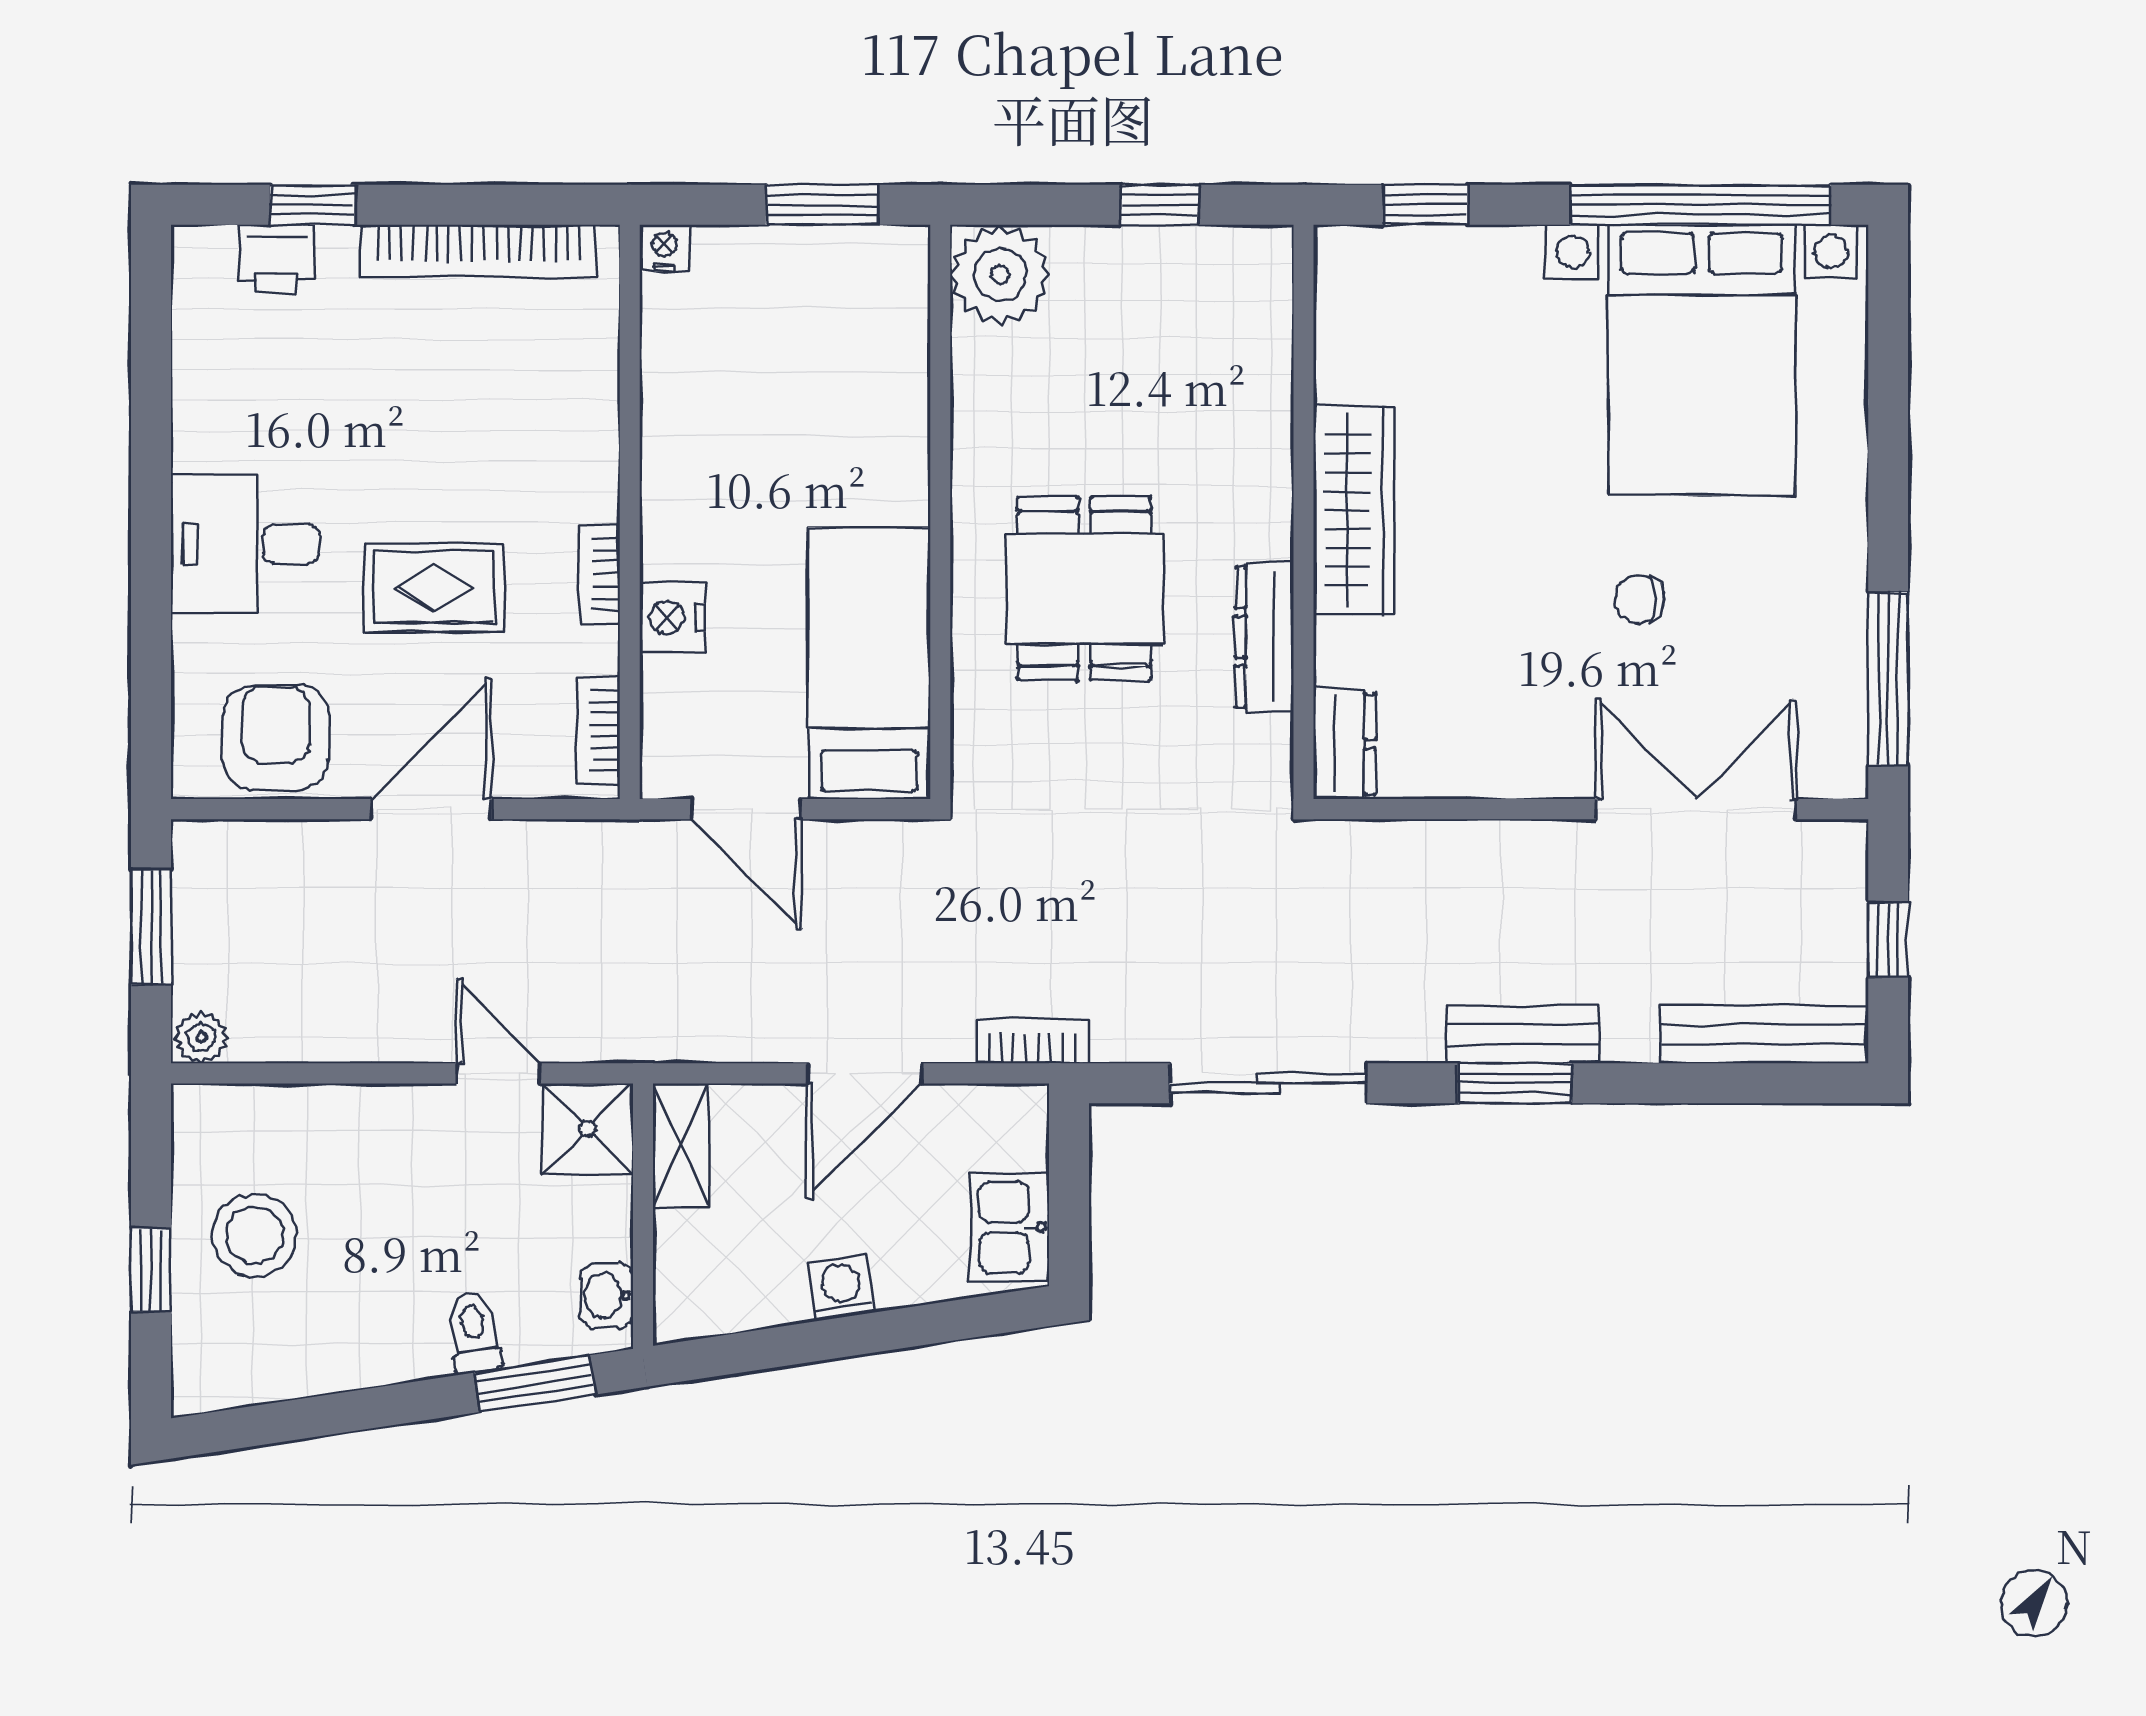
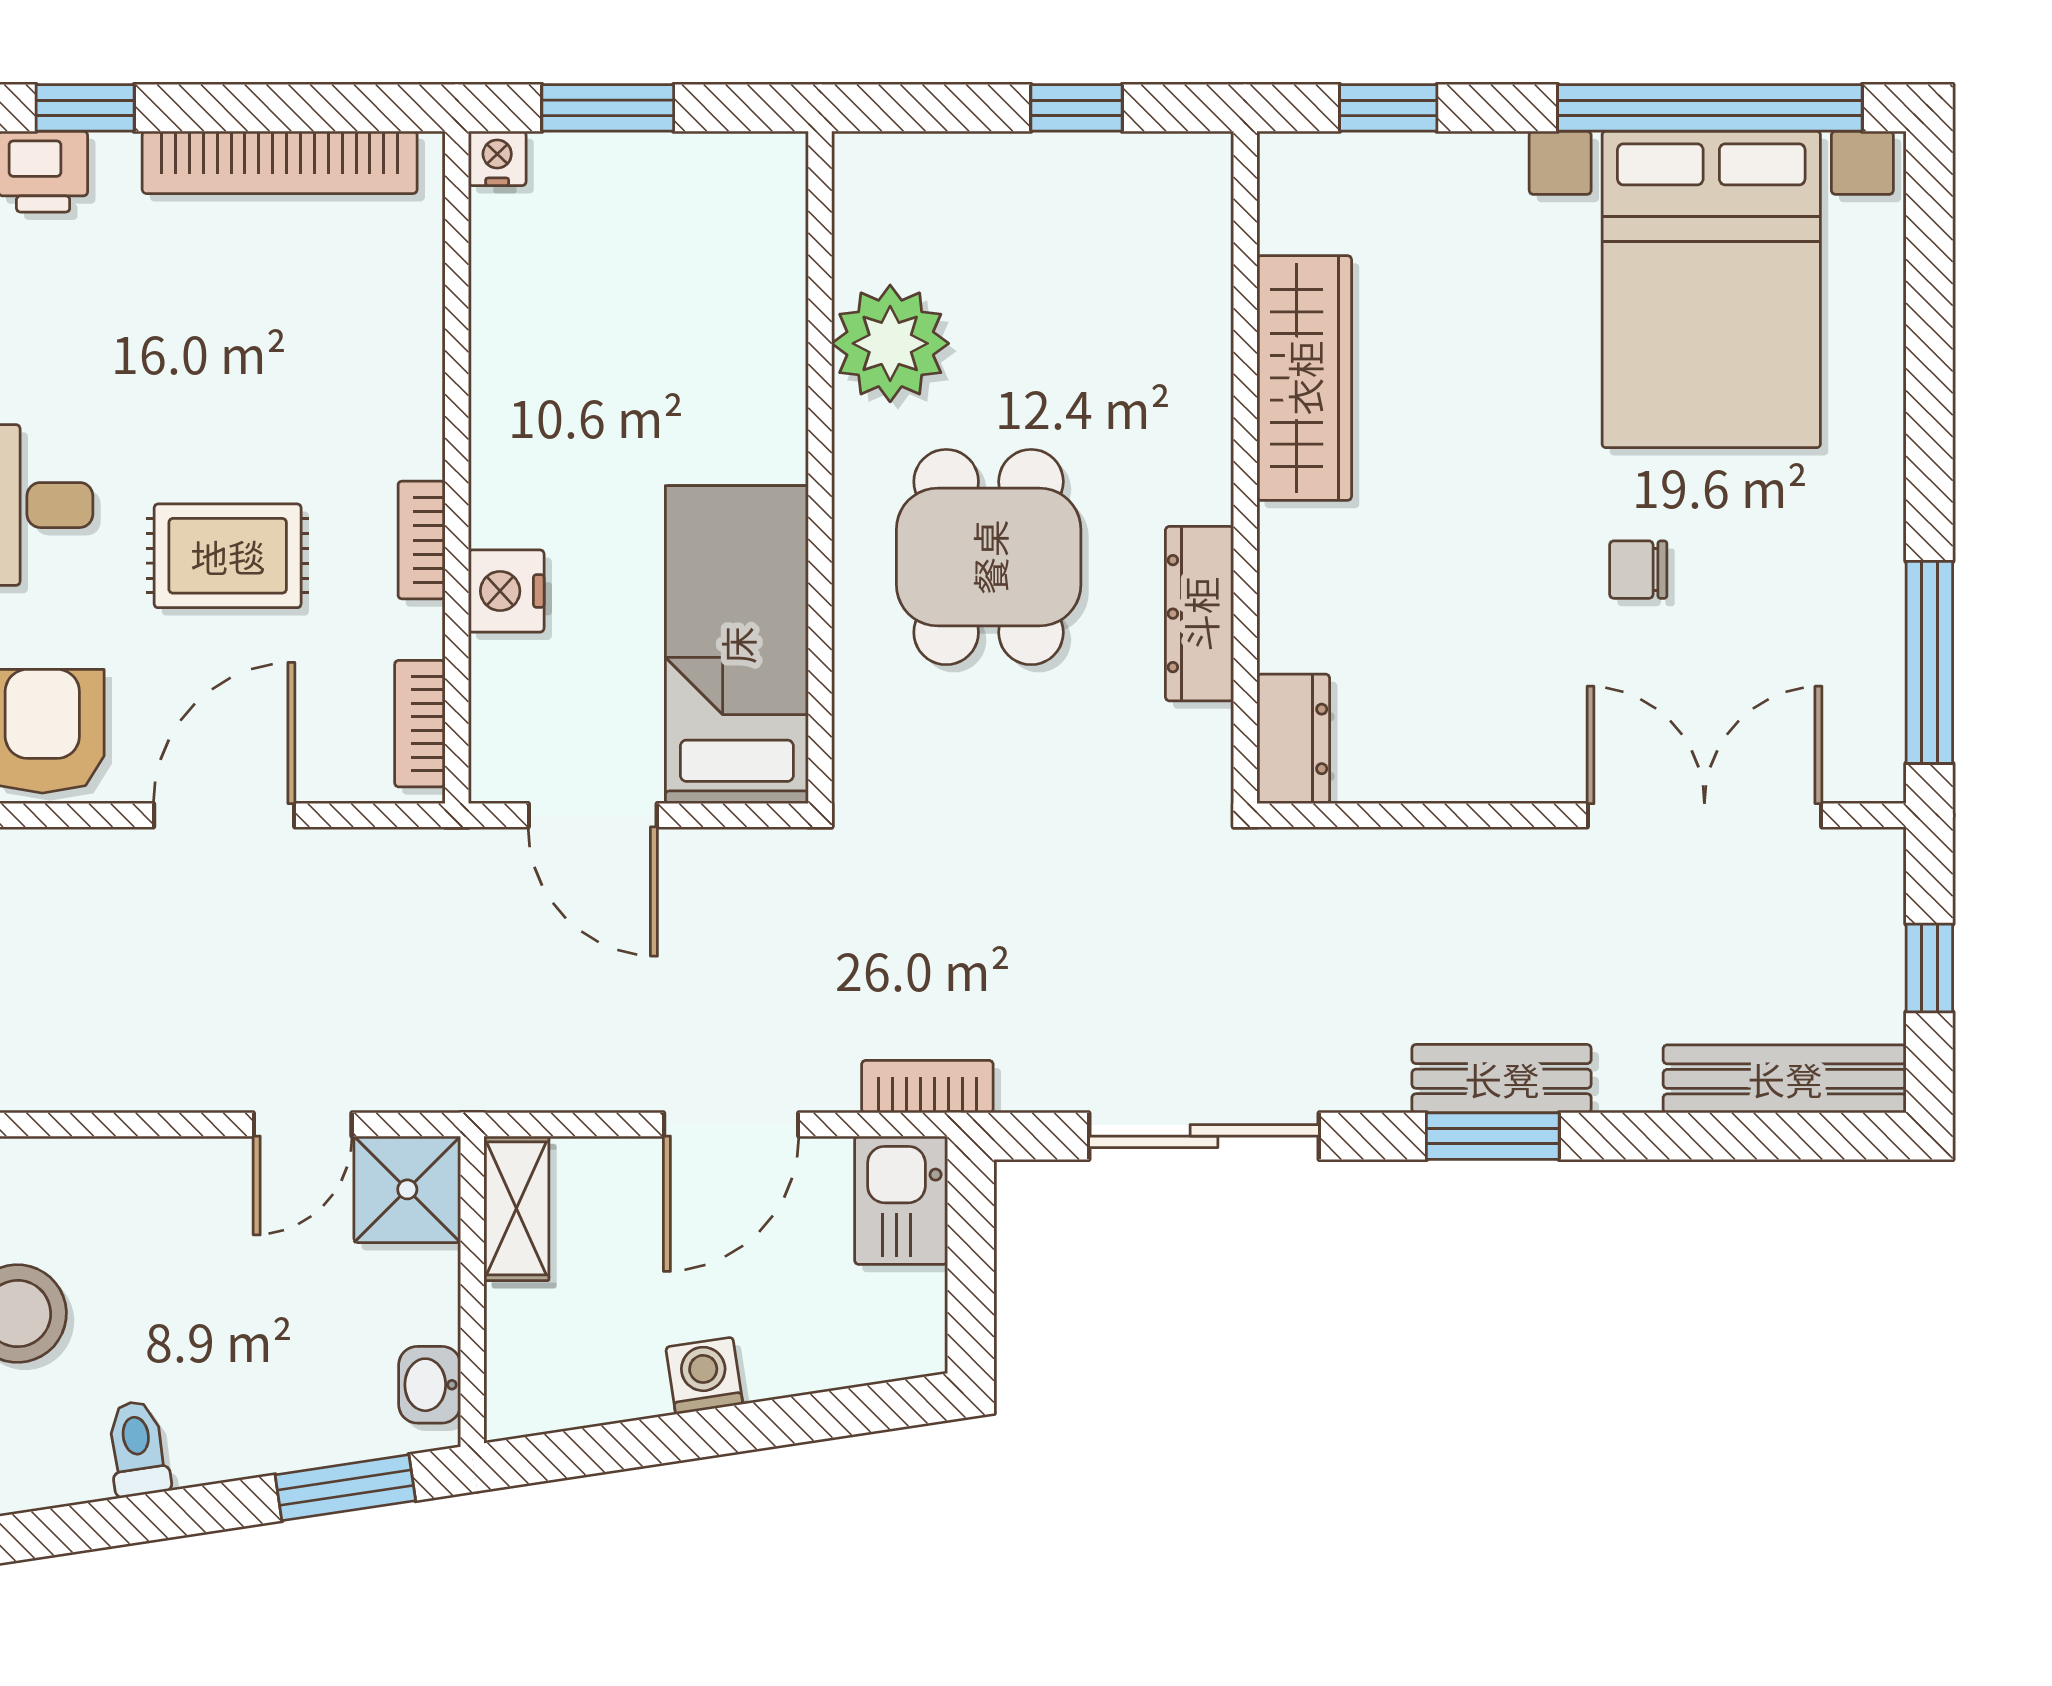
window: (822, 205) -> (608, 108), moved
plant: (1000, 275) -> (890, 343), moved
wardrobe: (1354, 511) -> (1304, 378), moved
door: (498, 1073) -> (303, 1125), swing flipped
kitchen sink: (1010, 1227) -> (901, 1200), moved
toilet: (474, 1333) -> (138, 1449), moved

